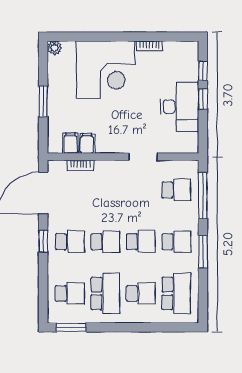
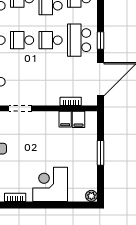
corner desk: (106, 70) -> (50, 184), width x0.74, depth x0.74
school desk: (70, 242) -> (79, 40), width x1.85

